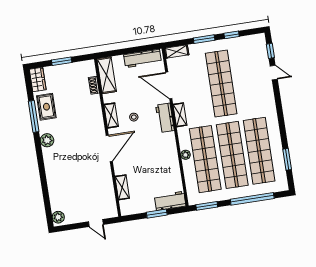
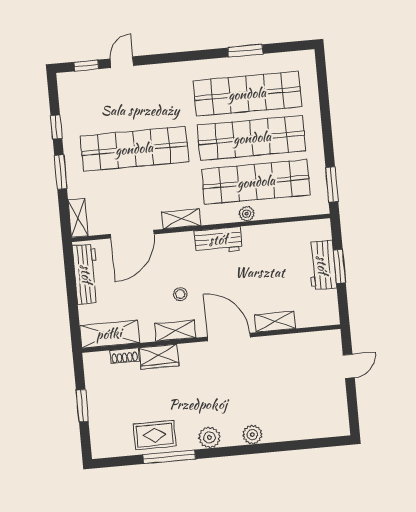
wardrobe: (38, 80) -> (159, 357), moved, turned 180
workbench: (165, 118) -> (218, 240), moved
window: (287, 159) -> (245, 51), moved
shelving: (122, 187) -> (275, 322), moved
window: (252, 199) -> (325, 110), removed
workbench: (170, 201) -> (322, 265), moved
plant: (58, 217) -> (252, 435), moved

